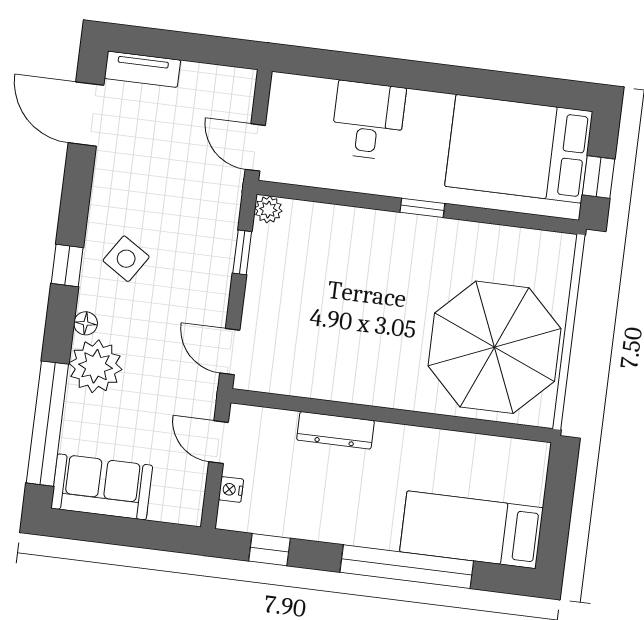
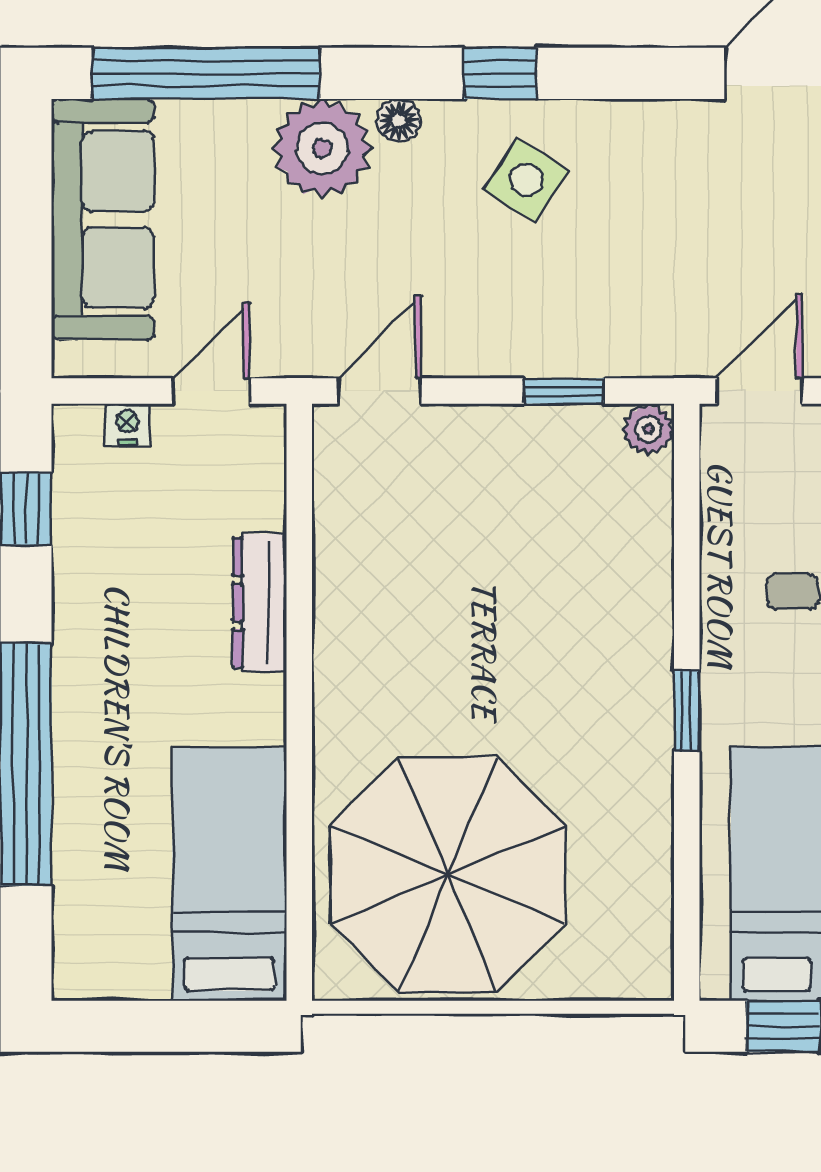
sofa: (102, 487) -> (103, 219), width x1.36
bed: (471, 530) -> (229, 874), moved

